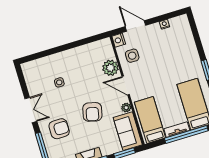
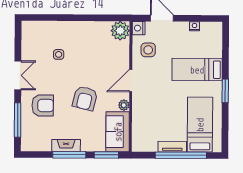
plant: (111, 68) -> (120, 31), moved
door: (126, 86) -> (131, 81), hinge flipped
bed: (150, 120) -> (197, 70), moved, turned -90

